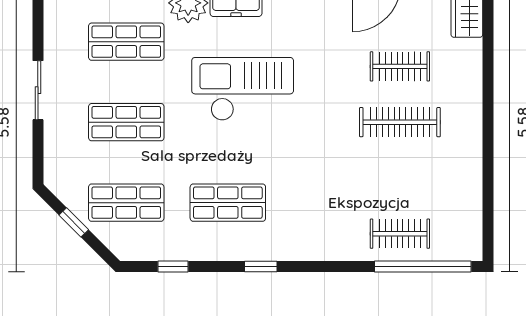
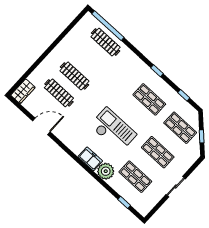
clothes rail: (400, 66) -> (59, 93), width x1.36
checkout: (243, 89) -> (113, 130), turned 180
clothes rail: (400, 234) -> (106, 42), width x1.36

